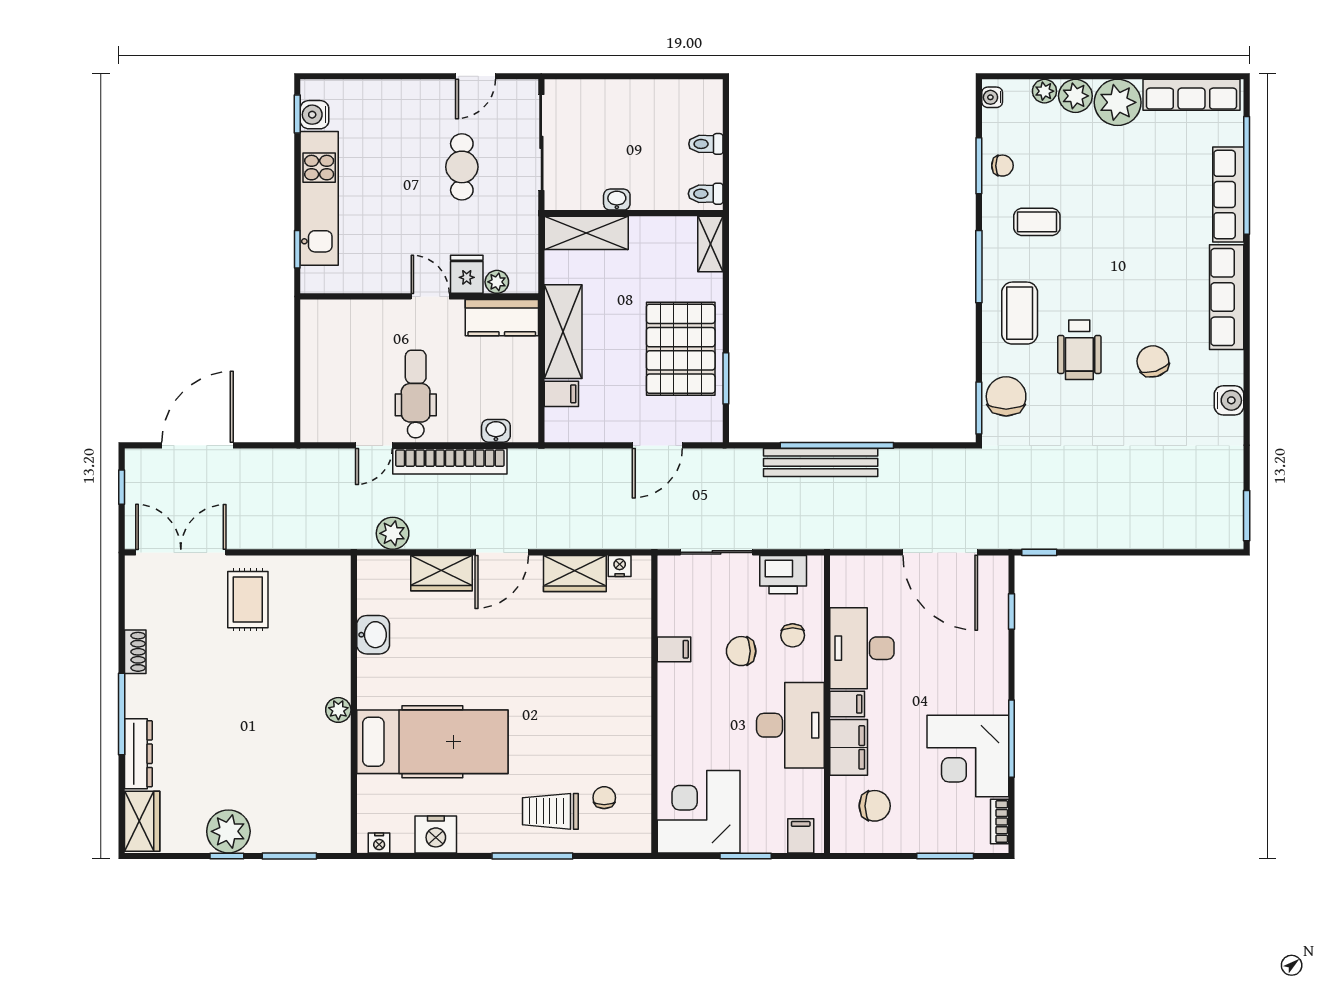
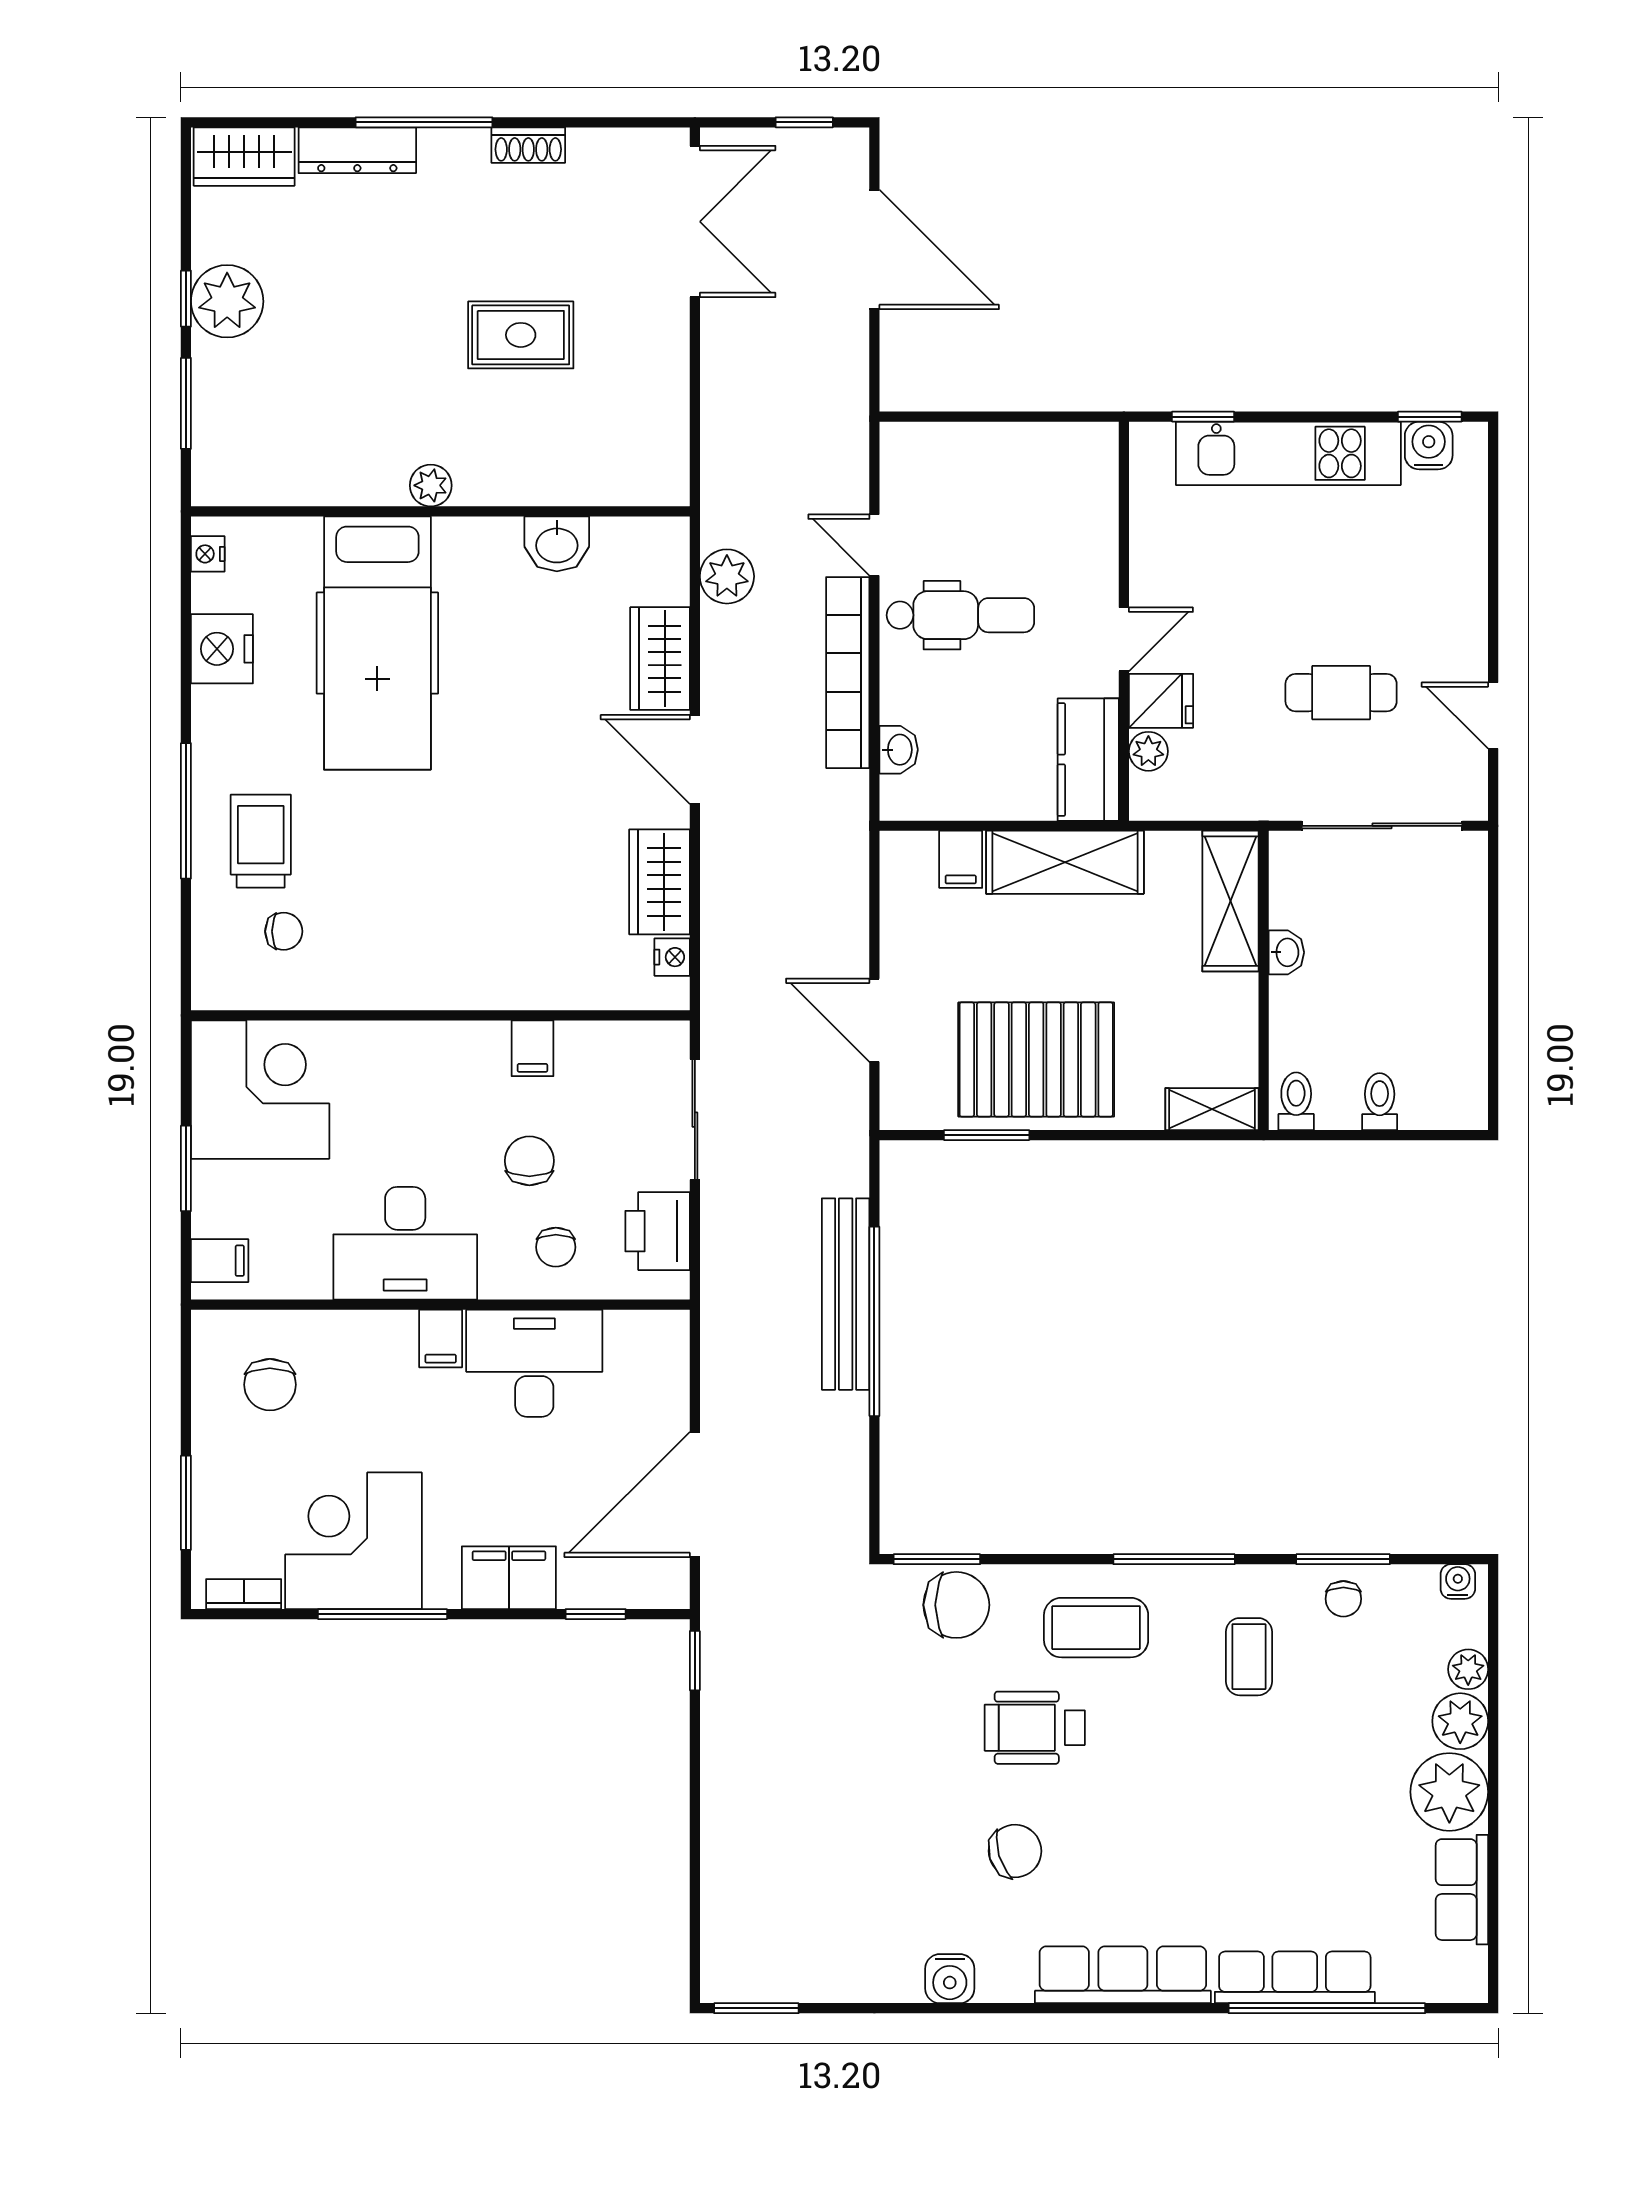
row of seats: (1191, 95) -> (1462, 1890), width x0.68
rug: (248, 600) -> (521, 335), moved
chair: (793, 635) -> (556, 1247), turned -90
filing cabinet: (849, 747) -> (509, 1578), moved, turned 180

